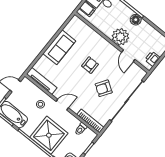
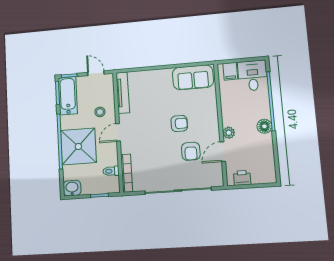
plant: (120, 37) -> (229, 133), width x0.53, depth x0.53
sofa: (59, 47) -> (193, 77), moved
armchair: (104, 88) -> (191, 151), moved, turned -123
door: (62, 105) -> (118, 132), swing flipped

